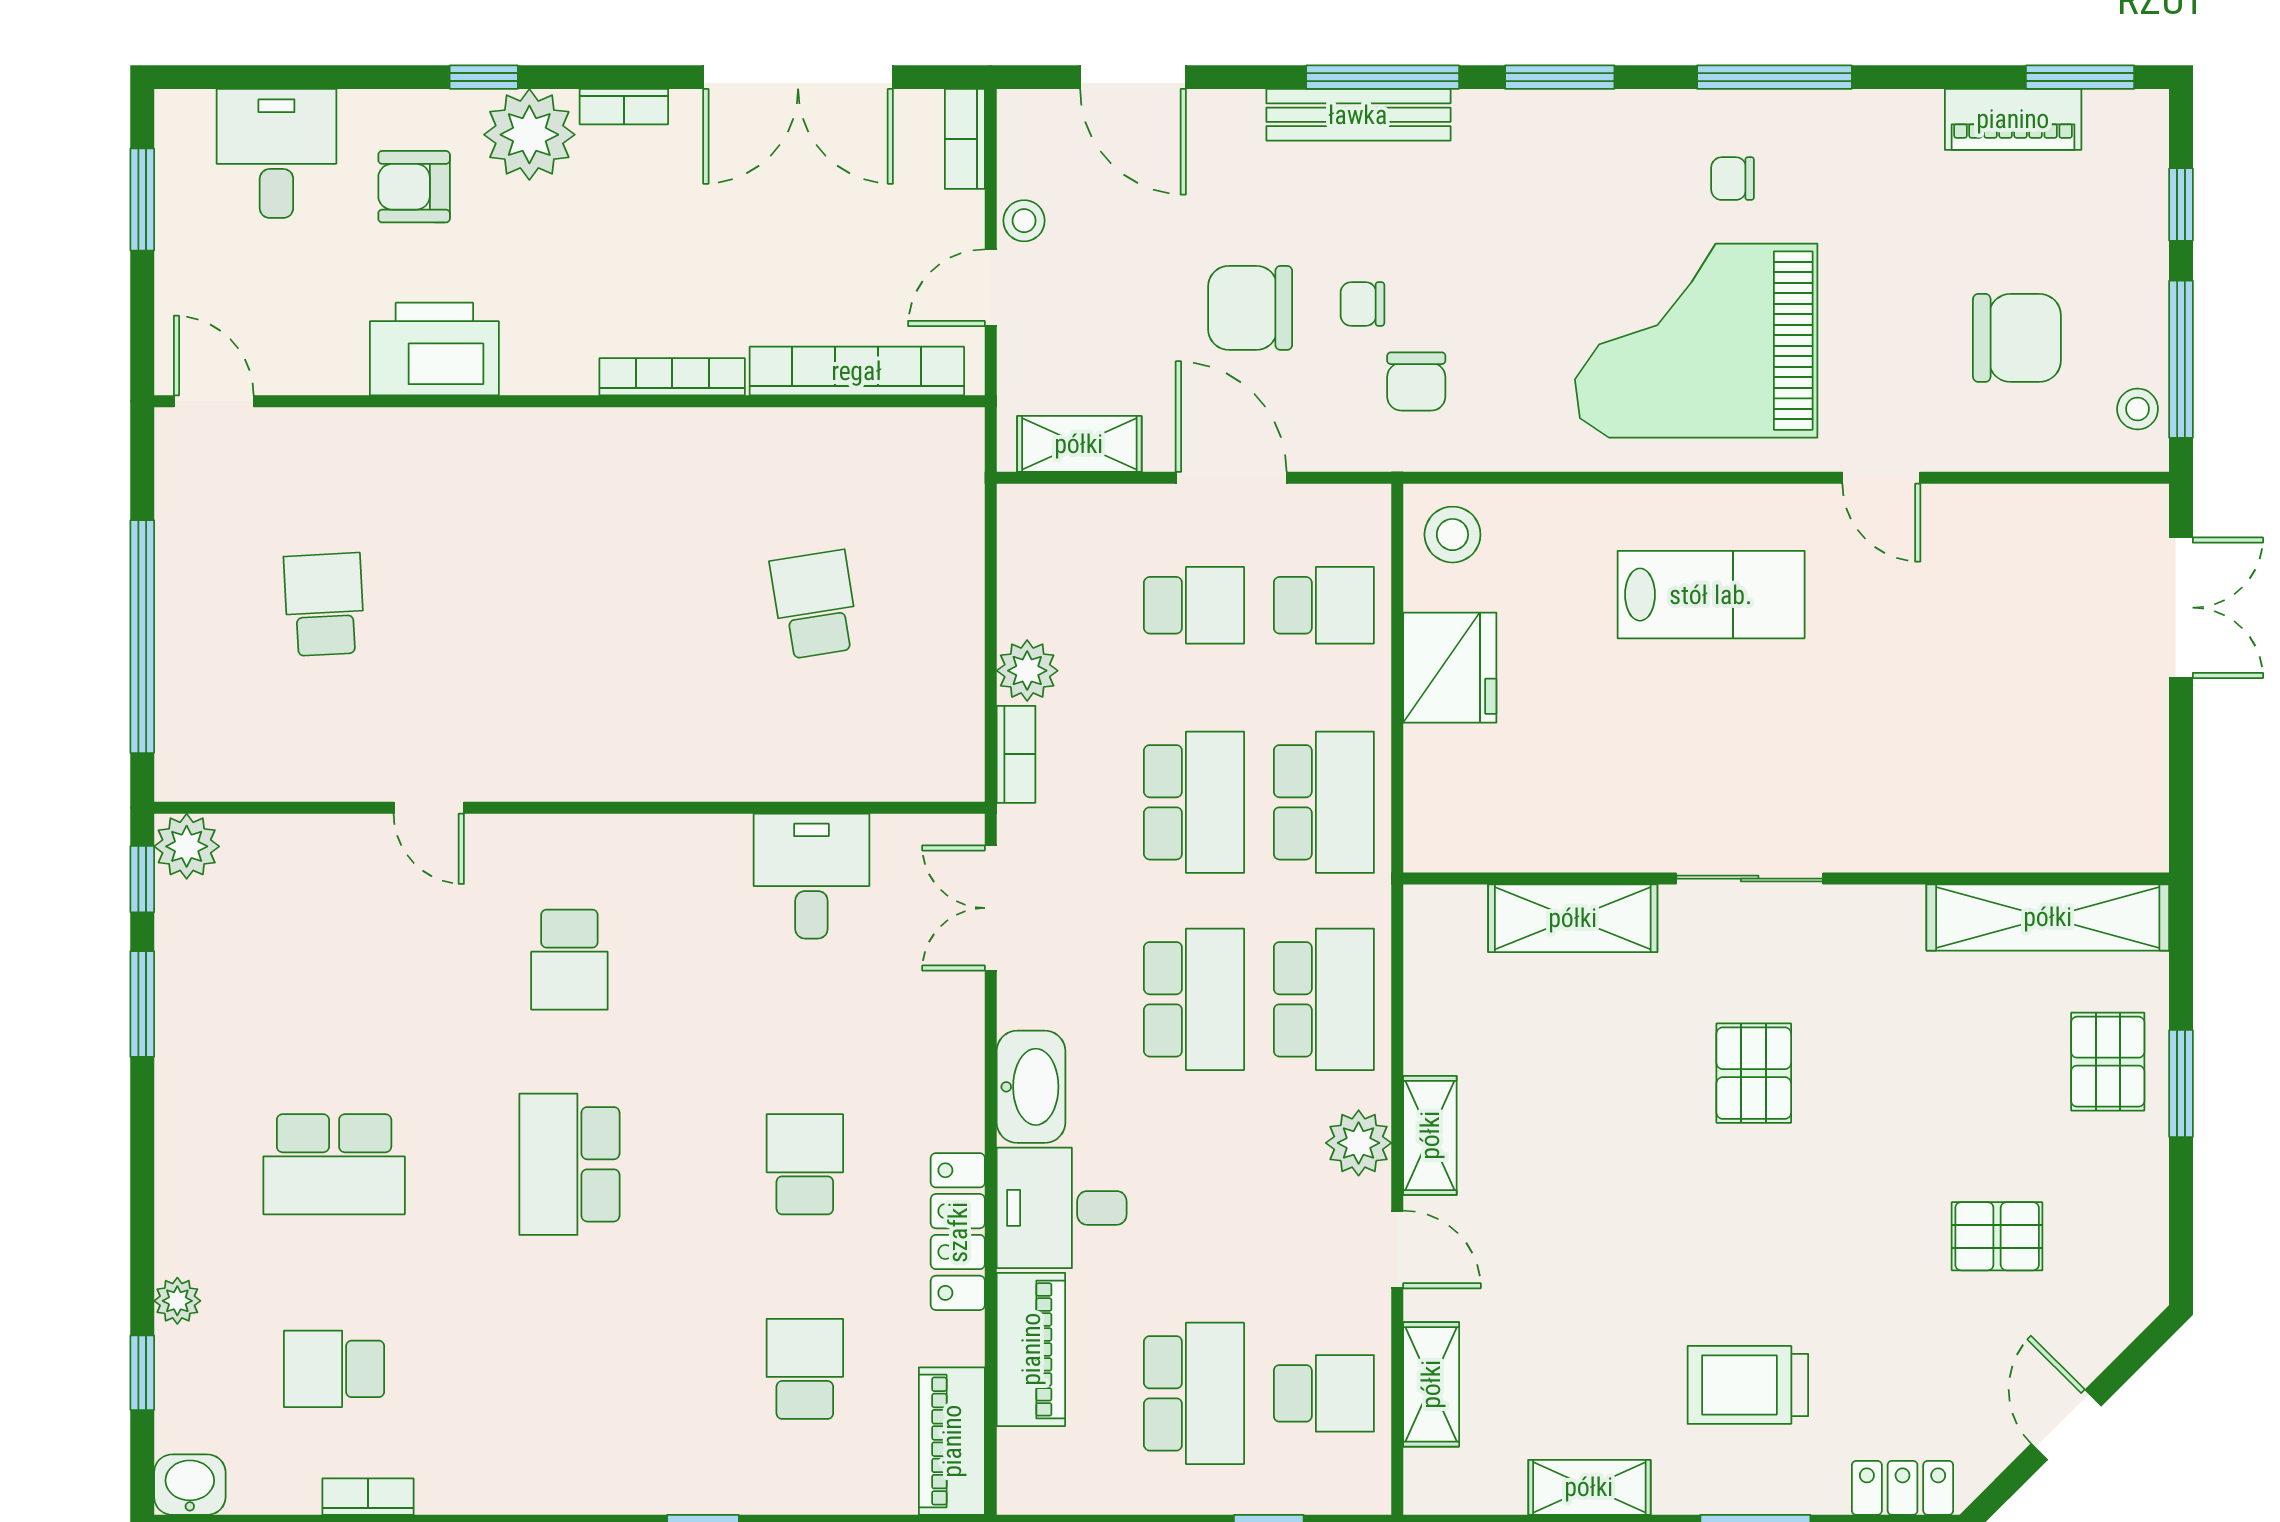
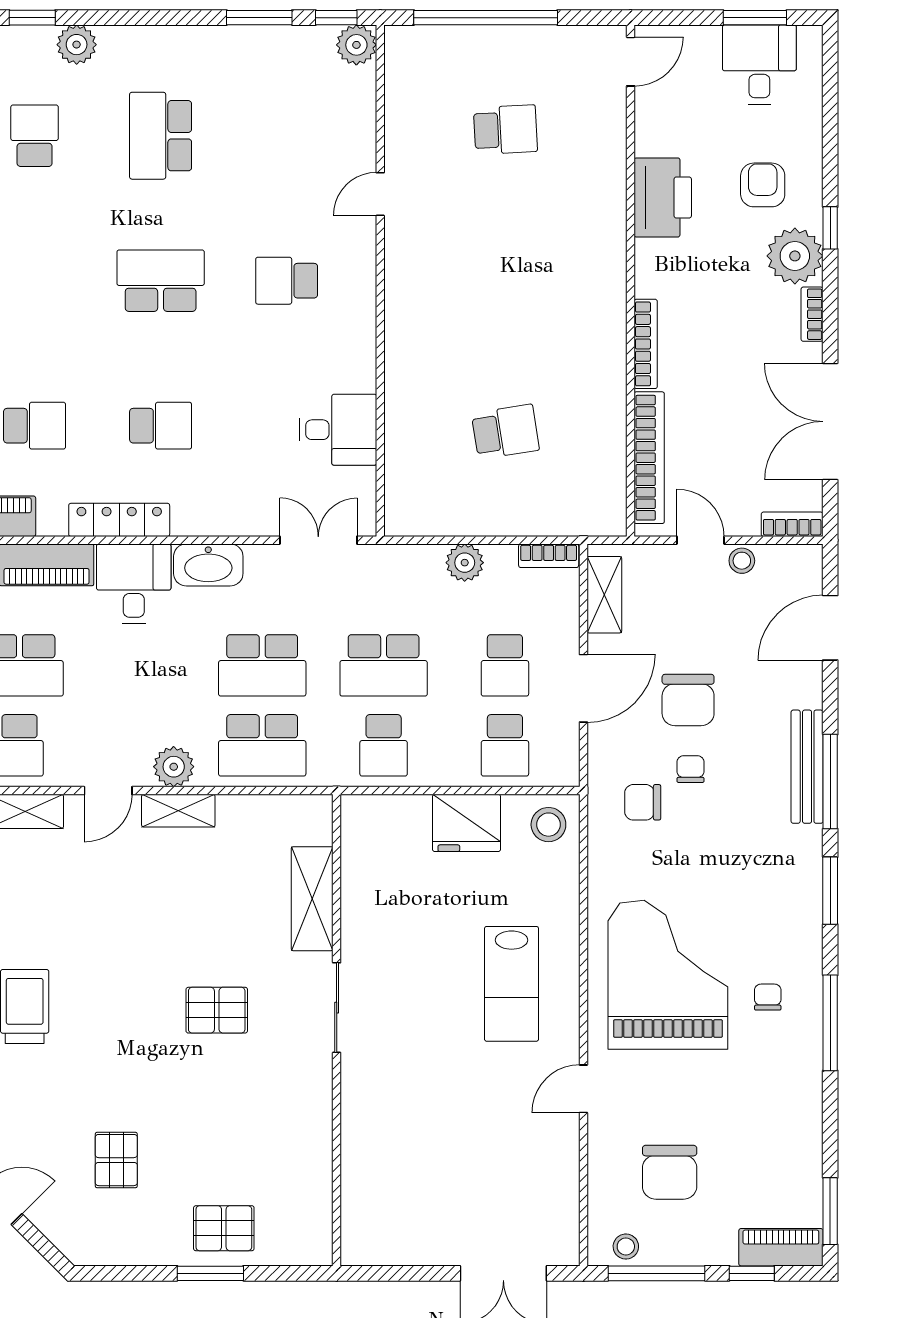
piano: (2013, 119) -> (781, 1247), moved, turned 90
desk: (276, 153) -> (759, 65), moved, turned -90
chair: (1250, 308) -> (688, 700), turned 180
bookcase: (1016, 754) -> (549, 556), moved
school desk: (1324, 802) -> (384, 745), width x0.54
shelving: (2048, 917) -> (313, 1191), removed
plant: (177, 1301) -> (77, 45), width x1.38, depth x1.38

